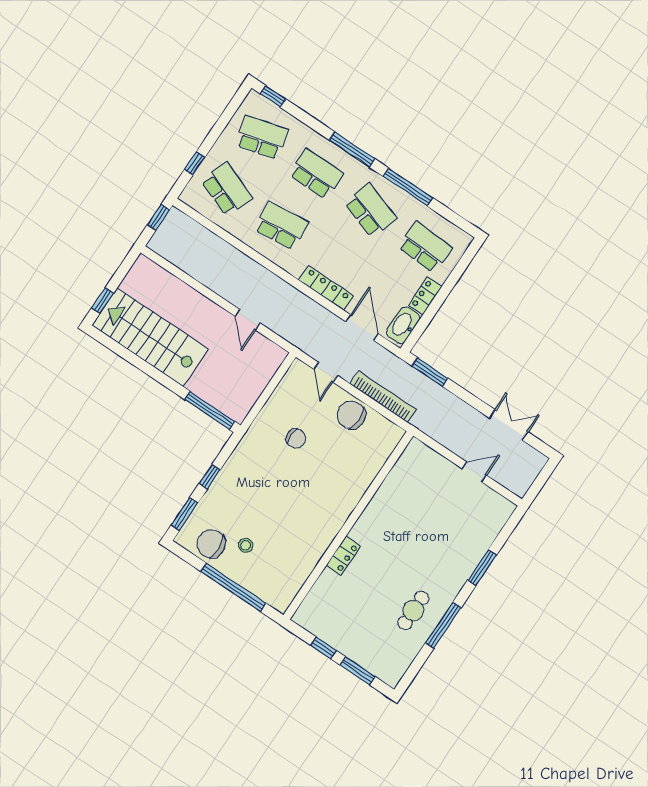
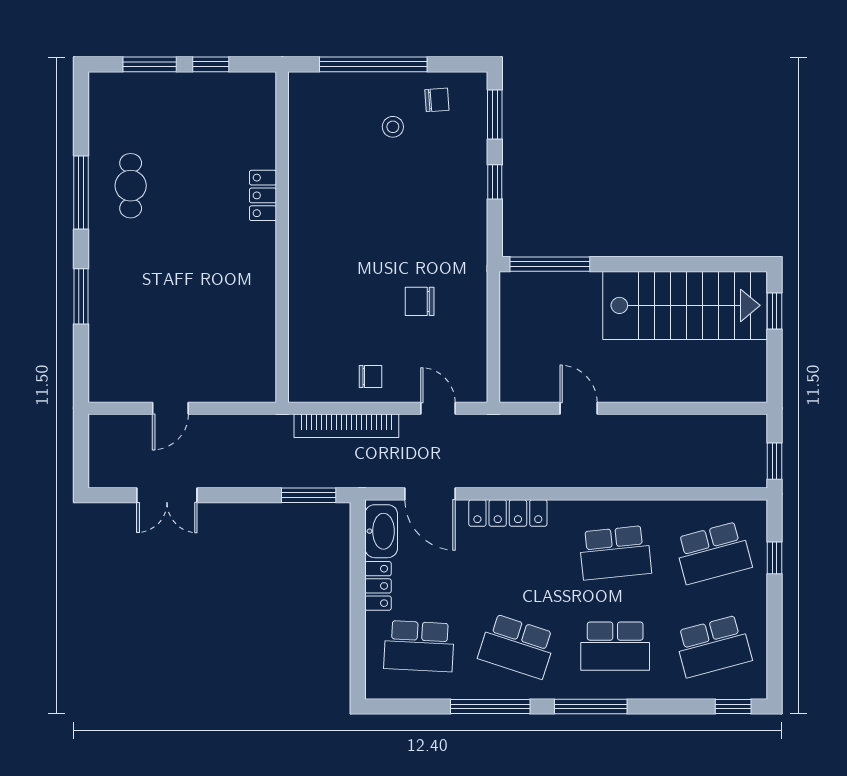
school desk: (227, 189) -> (713, 553), turned -36
chair: (351, 415) -> (370, 377), width x0.54, depth x0.54
chair: (211, 544) -> (437, 100), width x0.54, depth x0.54

